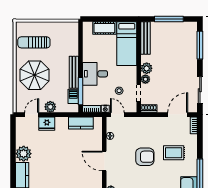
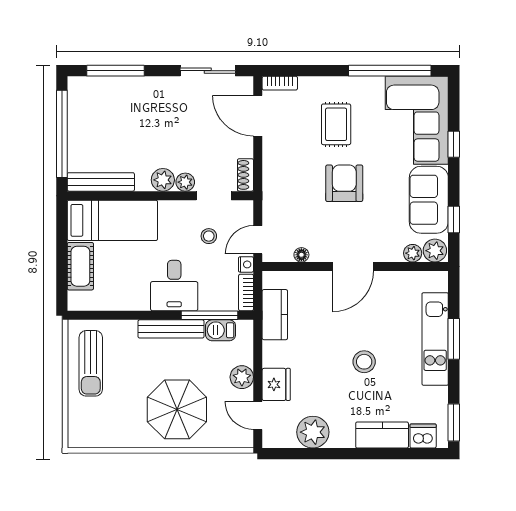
window: (169, 19) -> (62, 134), width x1.46
sun lounger: (34, 42) -> (91, 363), moved
plant: (24, 154) -> (313, 432), moved
stool: (58, 166) -> (364, 362), added

